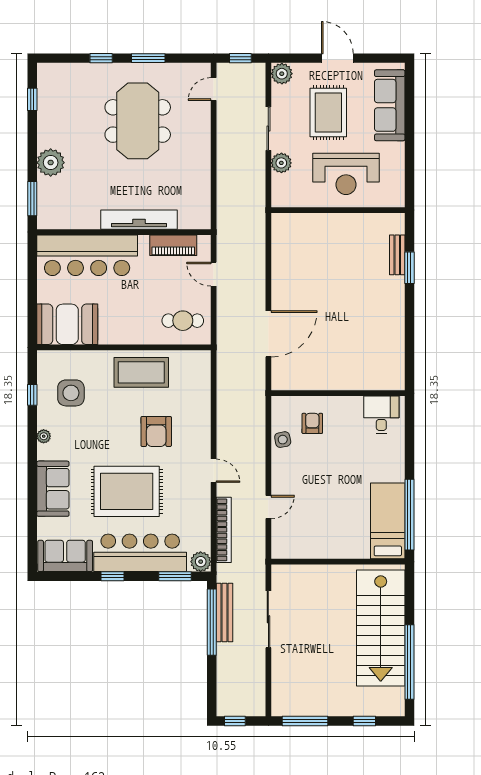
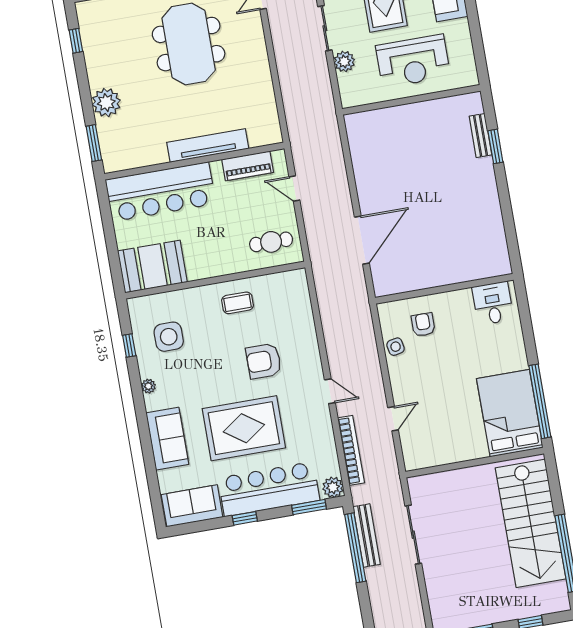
coffee table: (141, 372) -> (238, 303), width x0.54, depth x0.58
armchair: (156, 431) -> (264, 361), turned 90
bed: (388, 521) -> (510, 413), width x1.50

